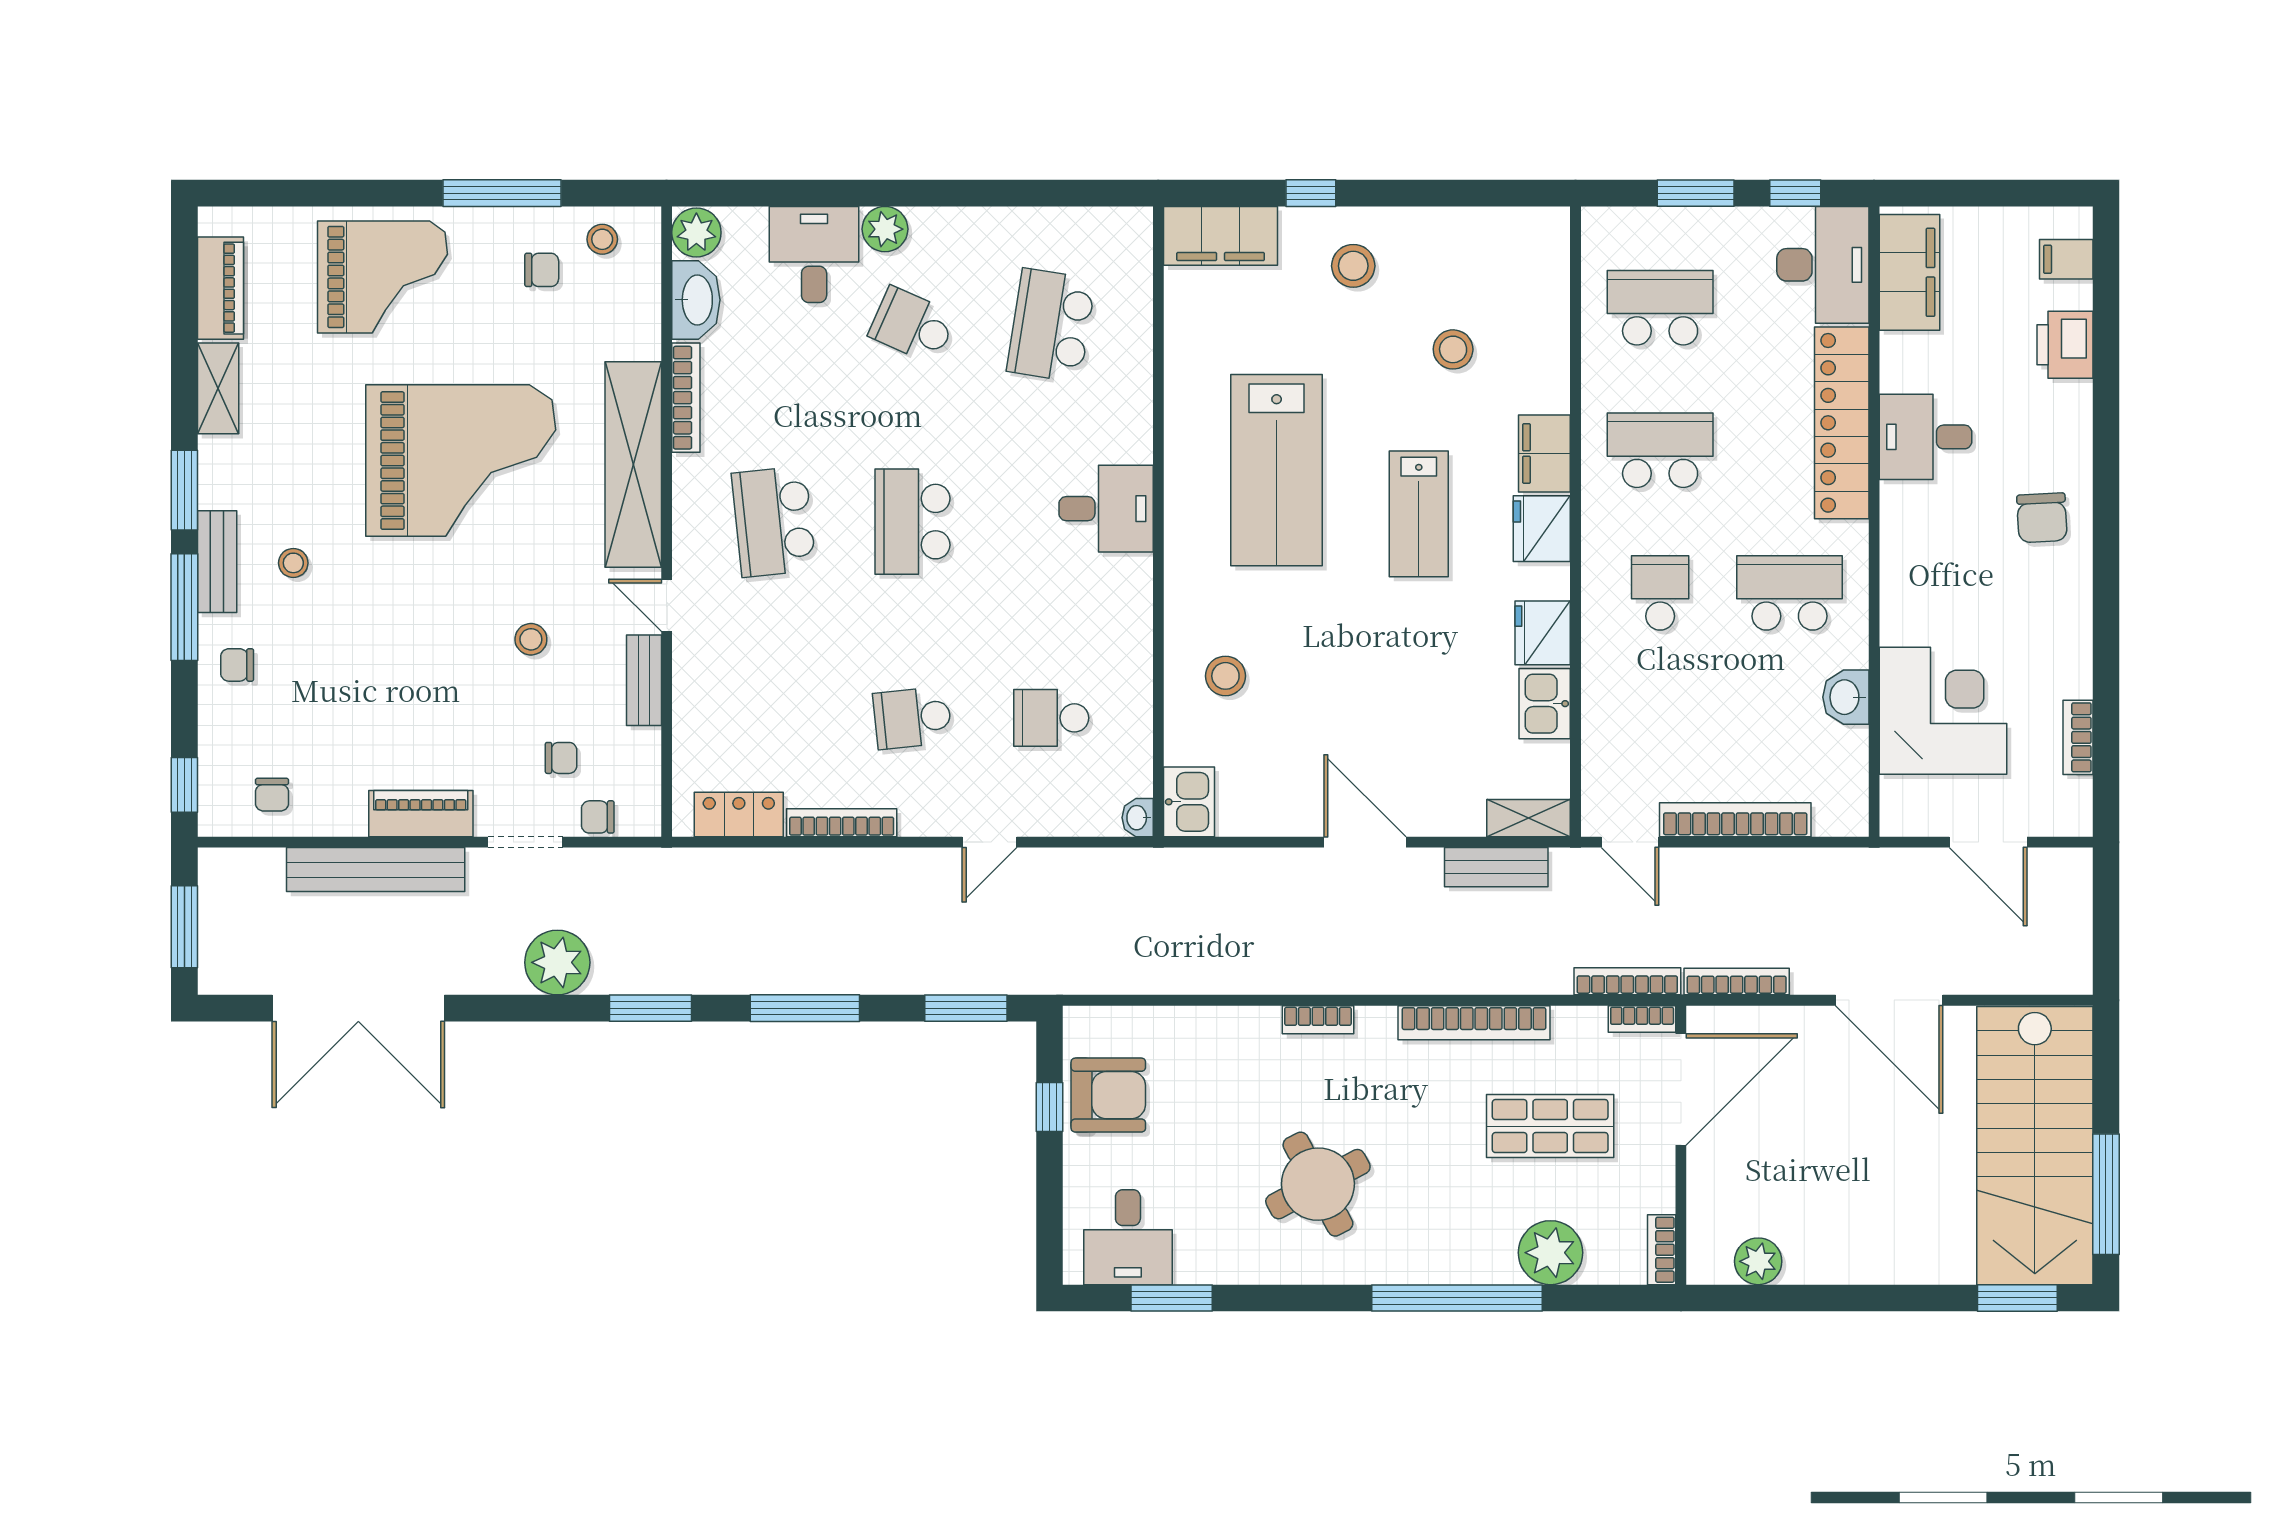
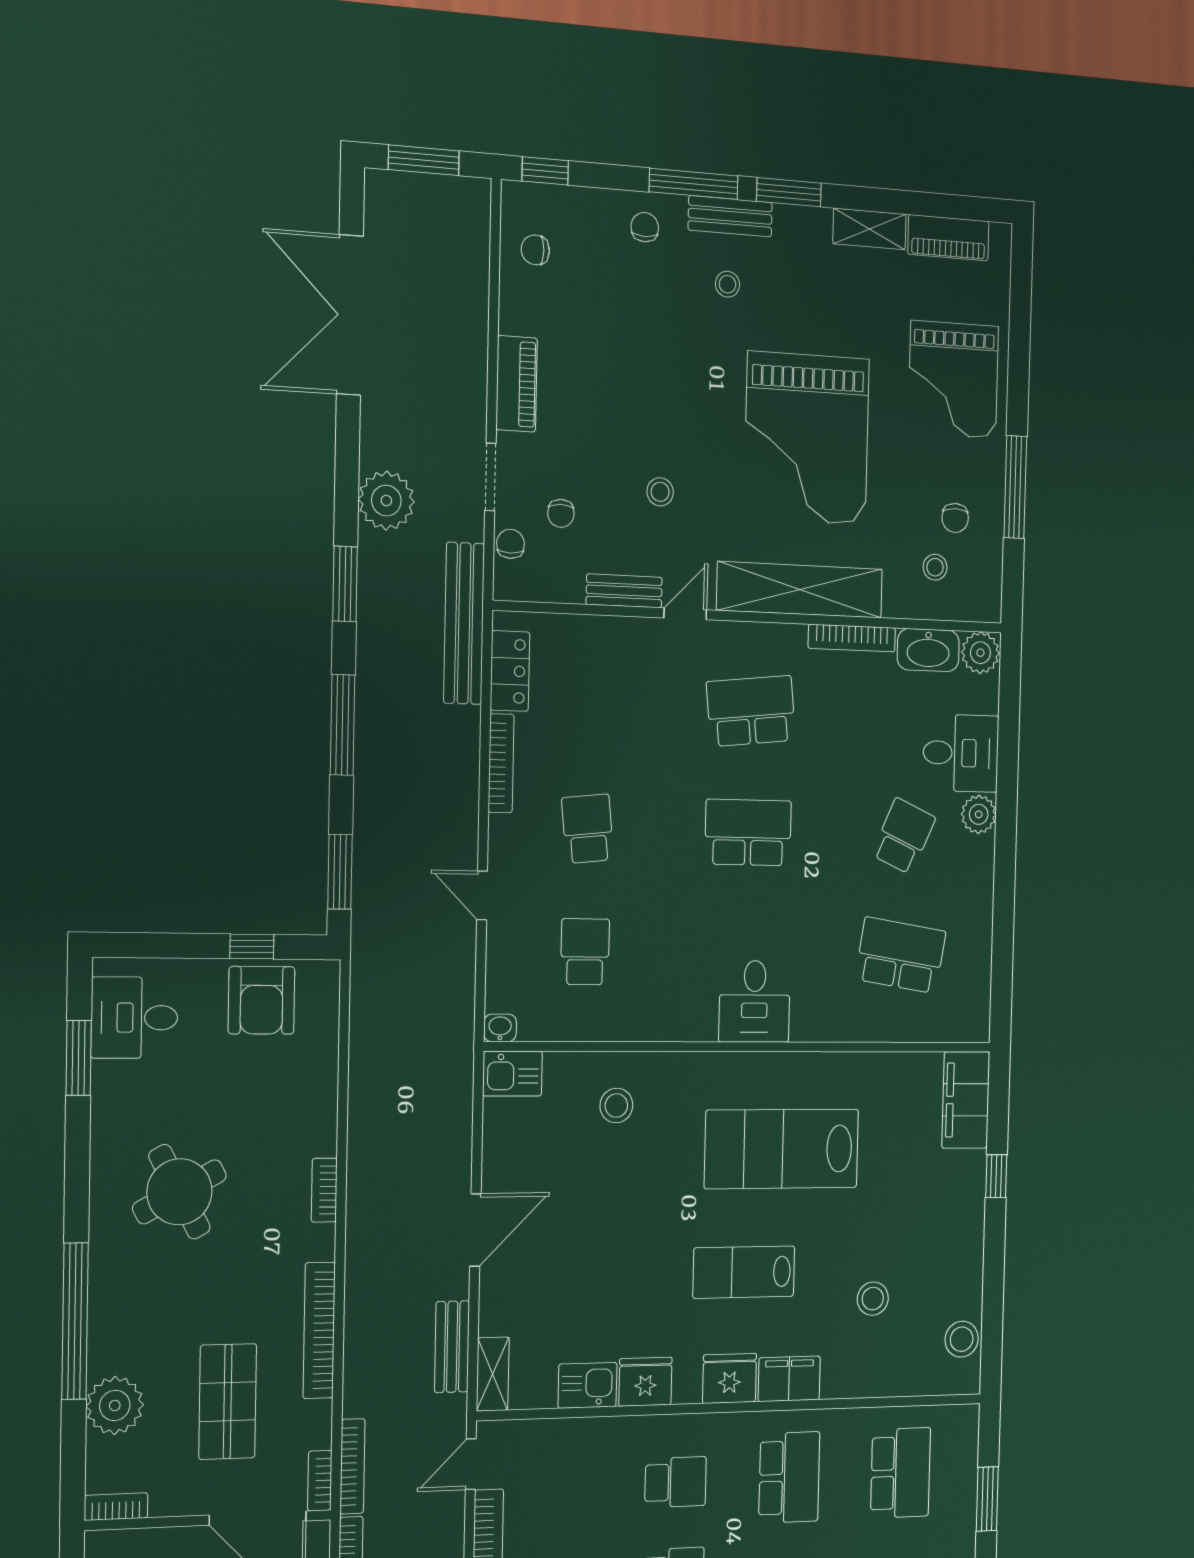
stool: (602, 239) -> (935, 567), moved
stool: (1353, 266) -> (962, 1339), moved
bench: (376, 870) -> (464, 623), moved

